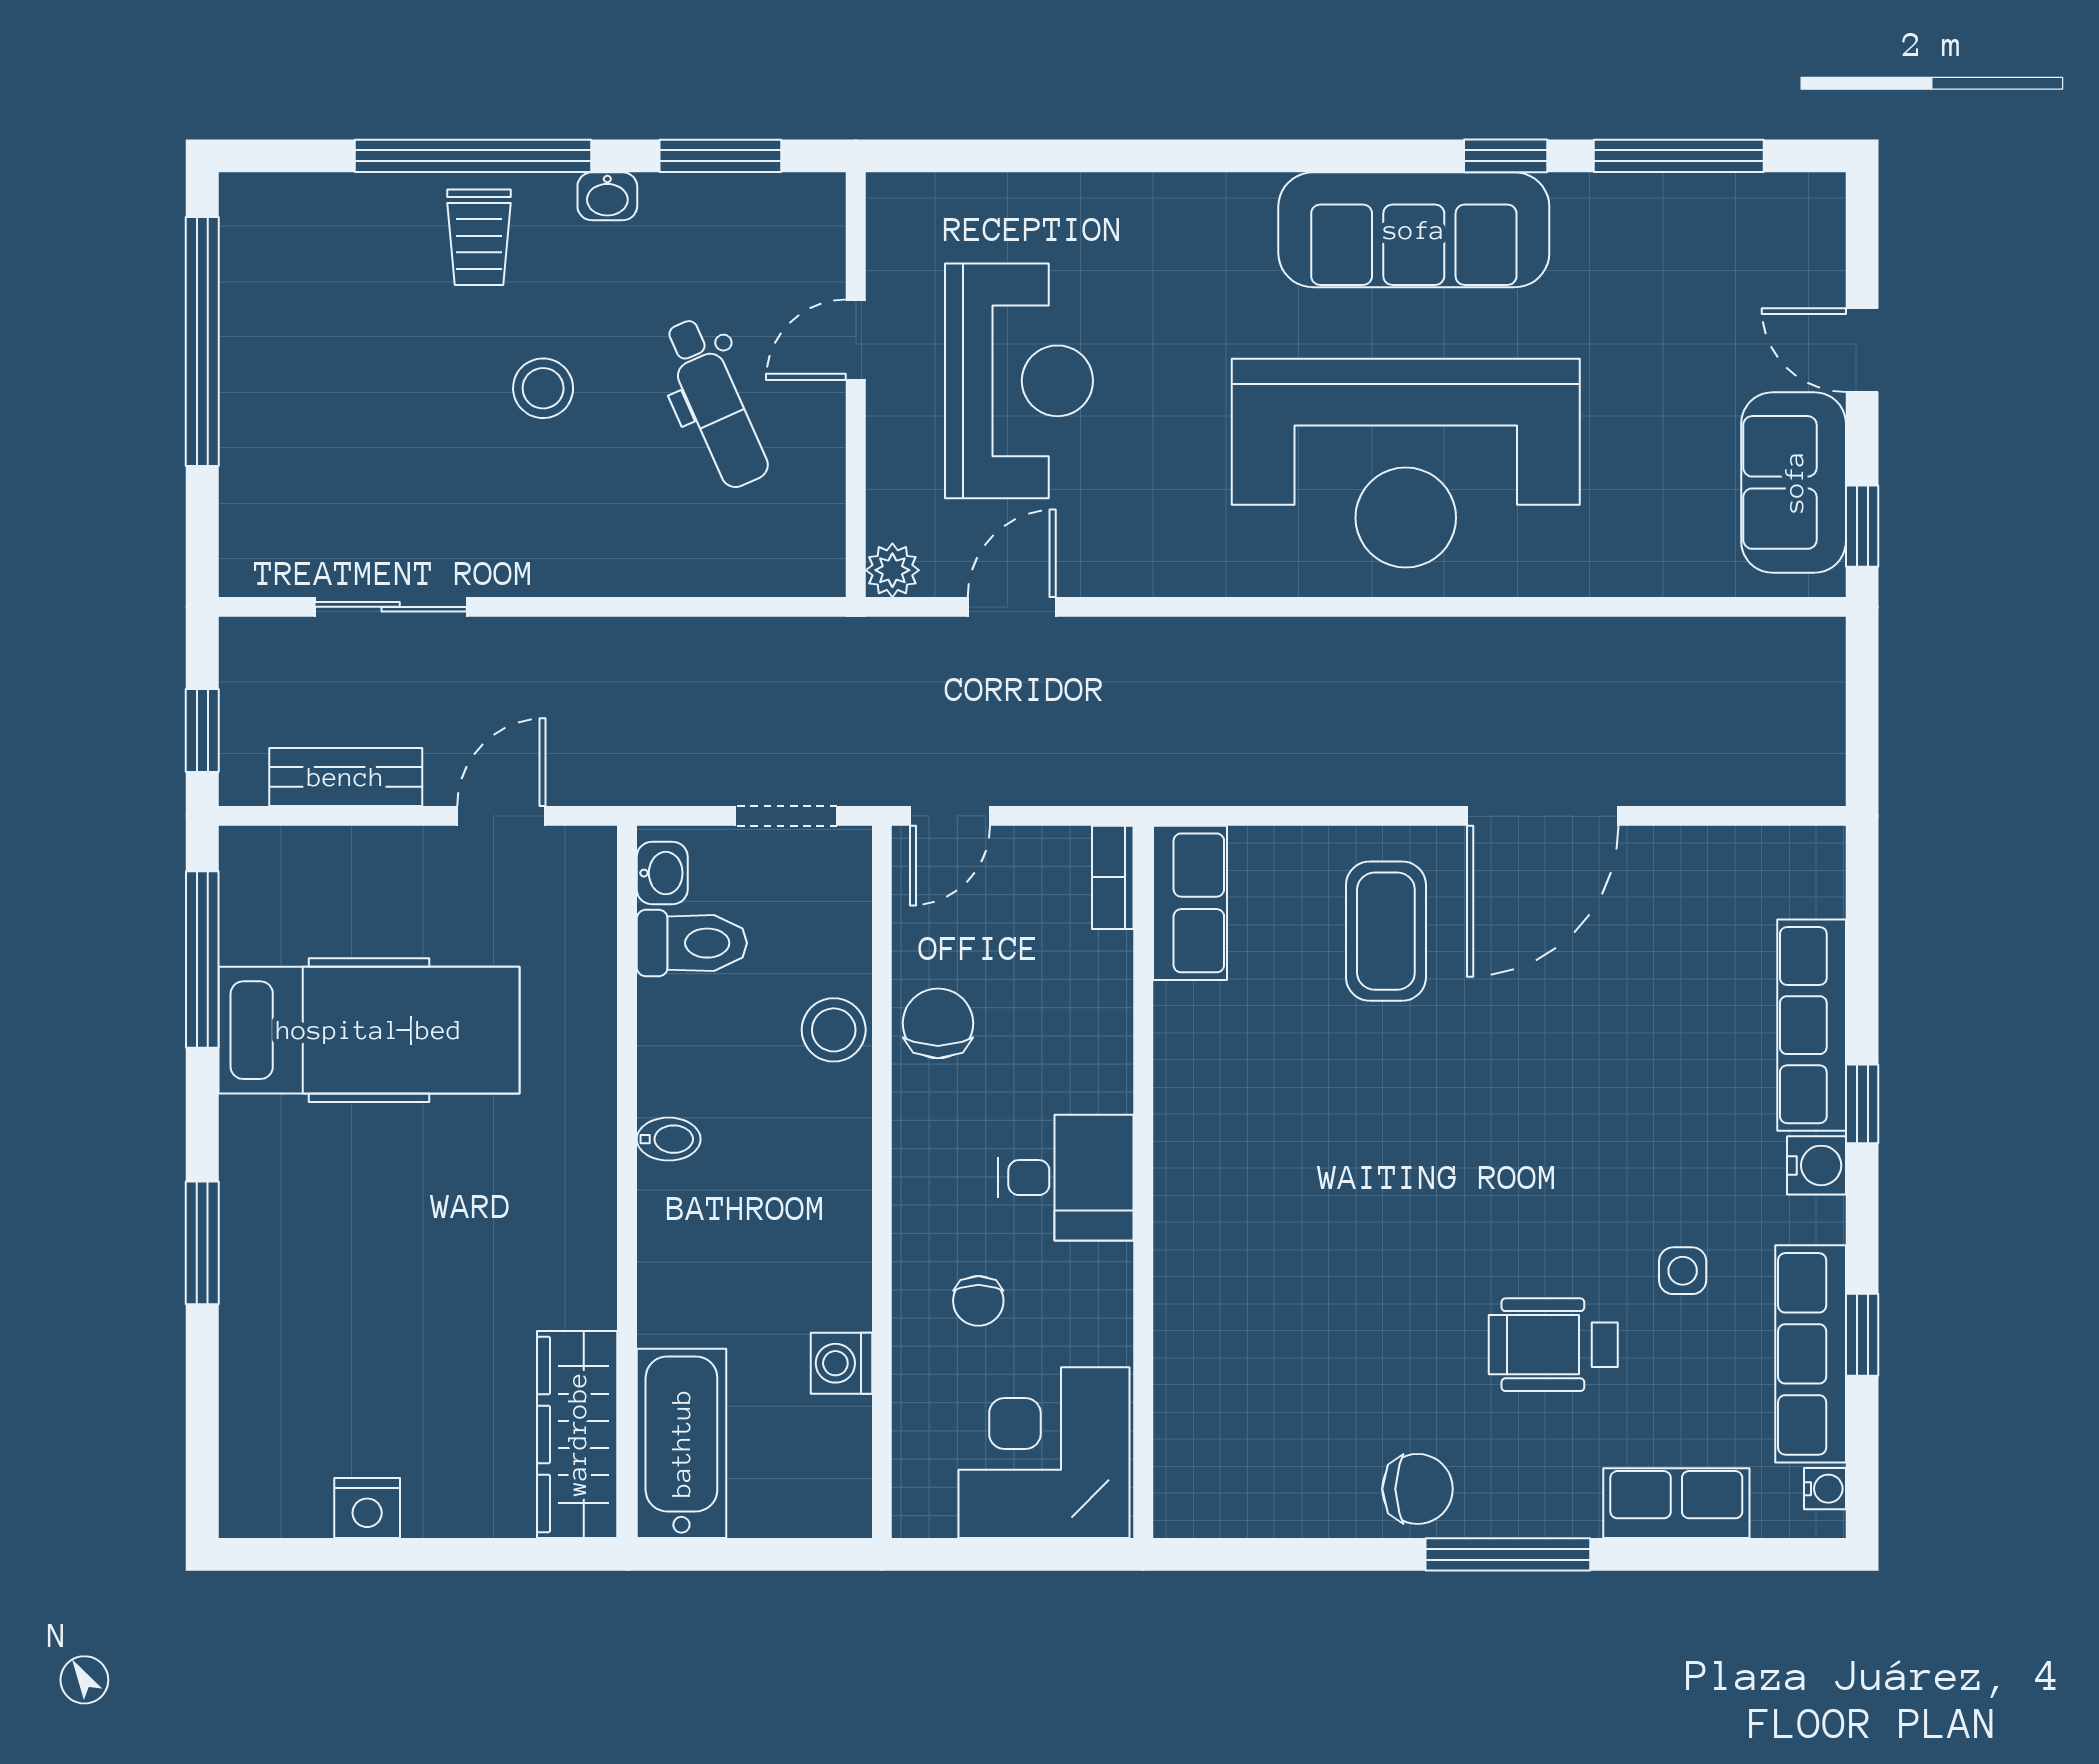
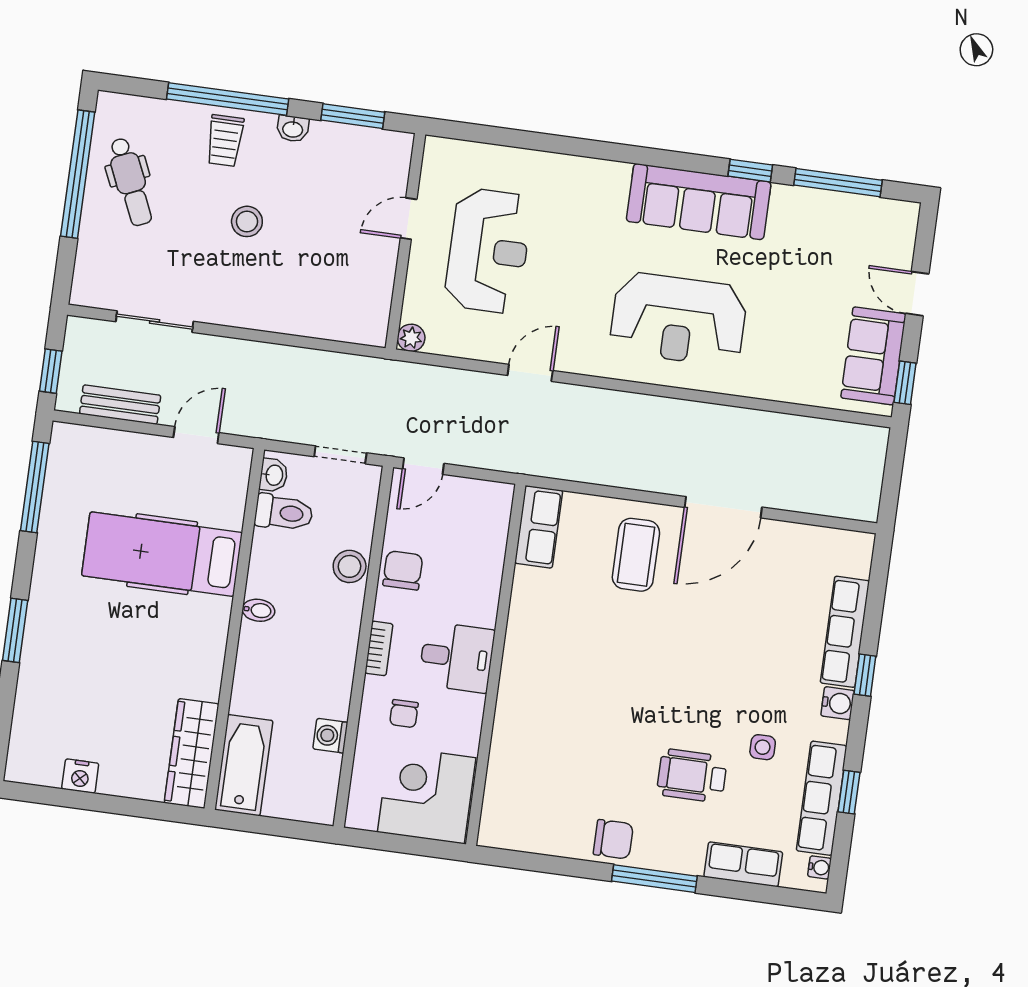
dental chair: (715, 403) -> (131, 182), moved
reception desk: (1406, 463) -> (678, 319), width x0.74, depth x0.77
door: (1012, 607) -> (530, 373), moved
bookcase: (1113, 877) -> (379, 648), moved, turned 180
hospital bed: (369, 1030) -> (162, 554), moved, turned 180

